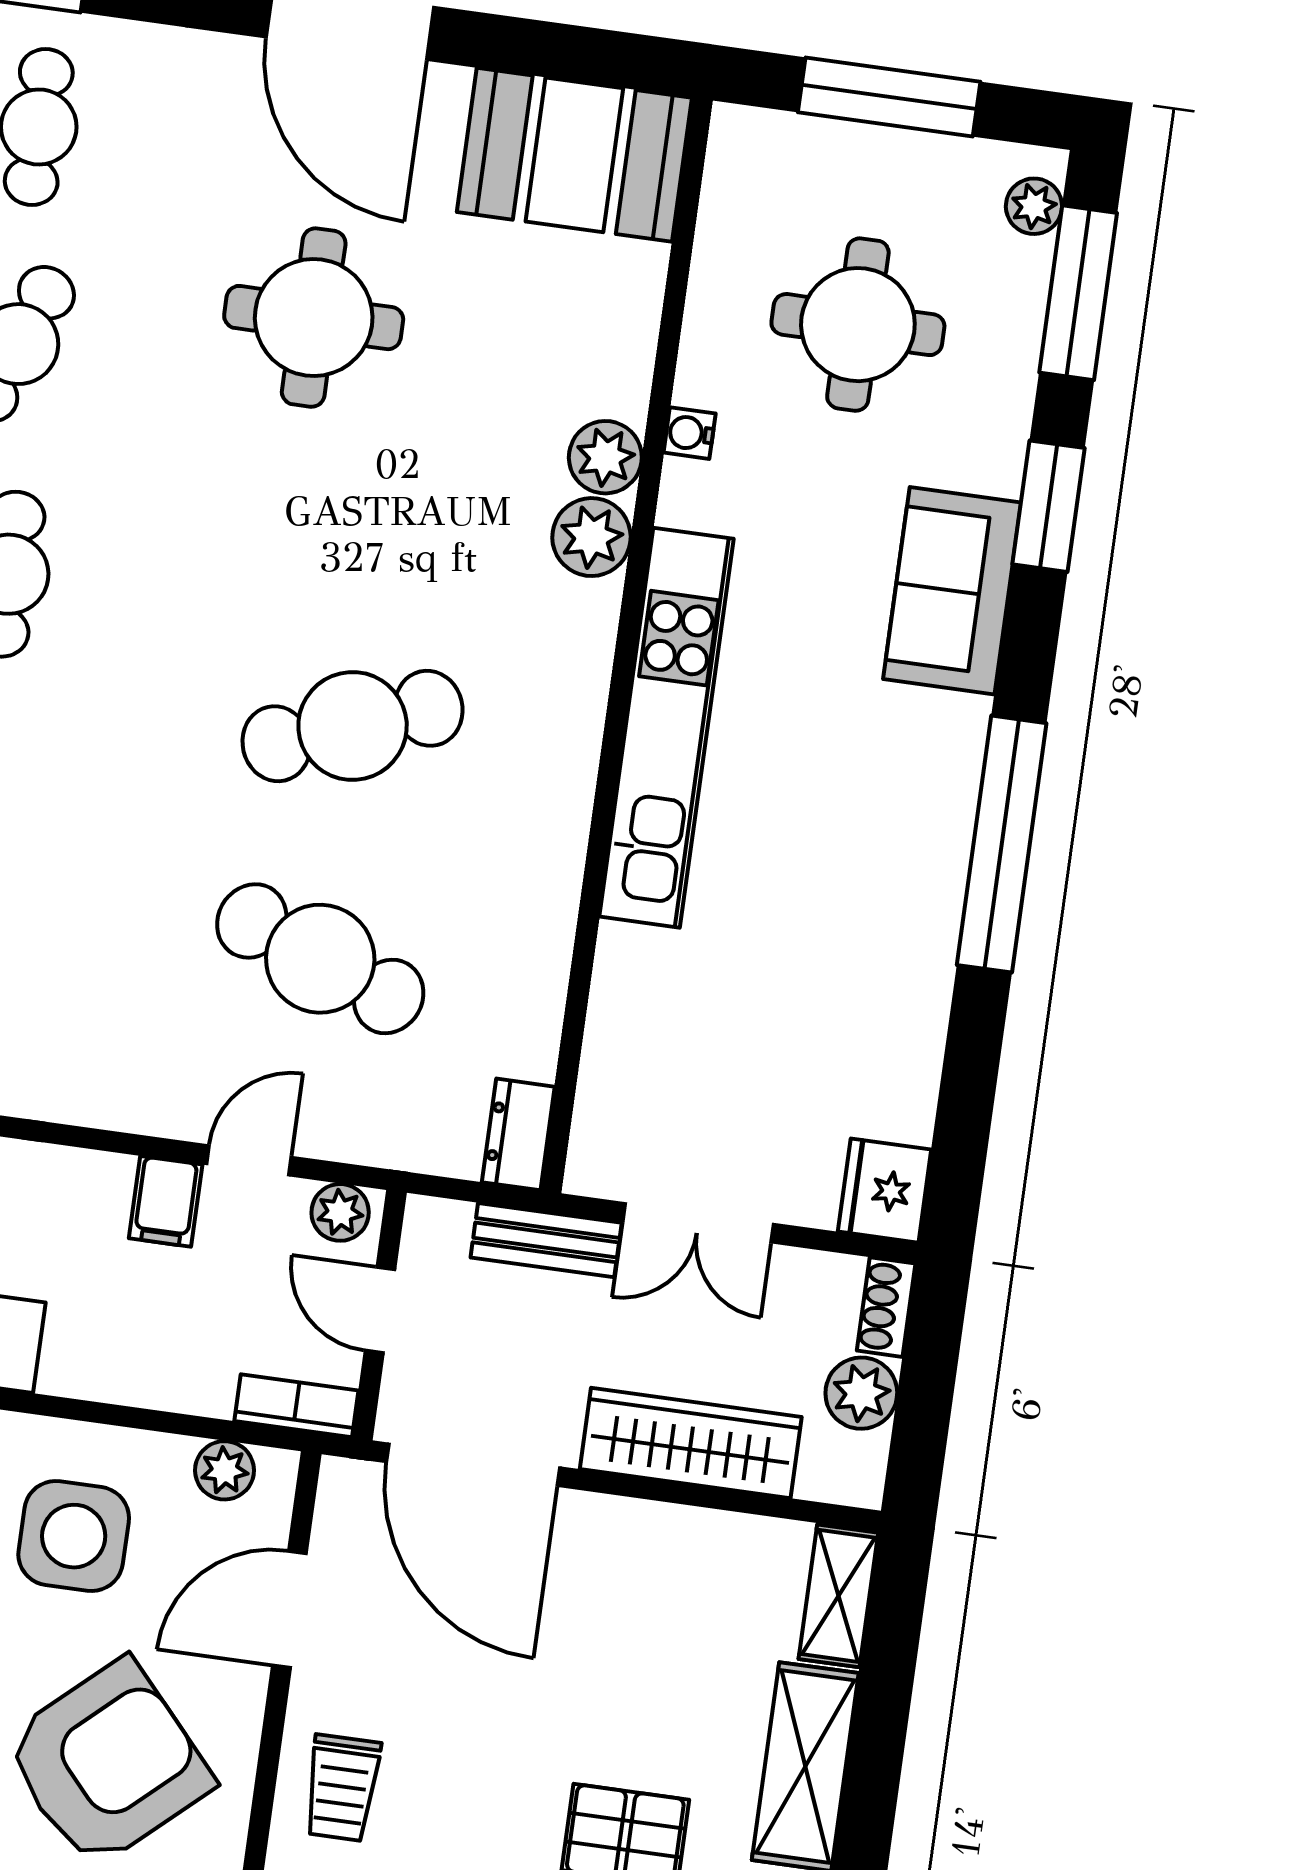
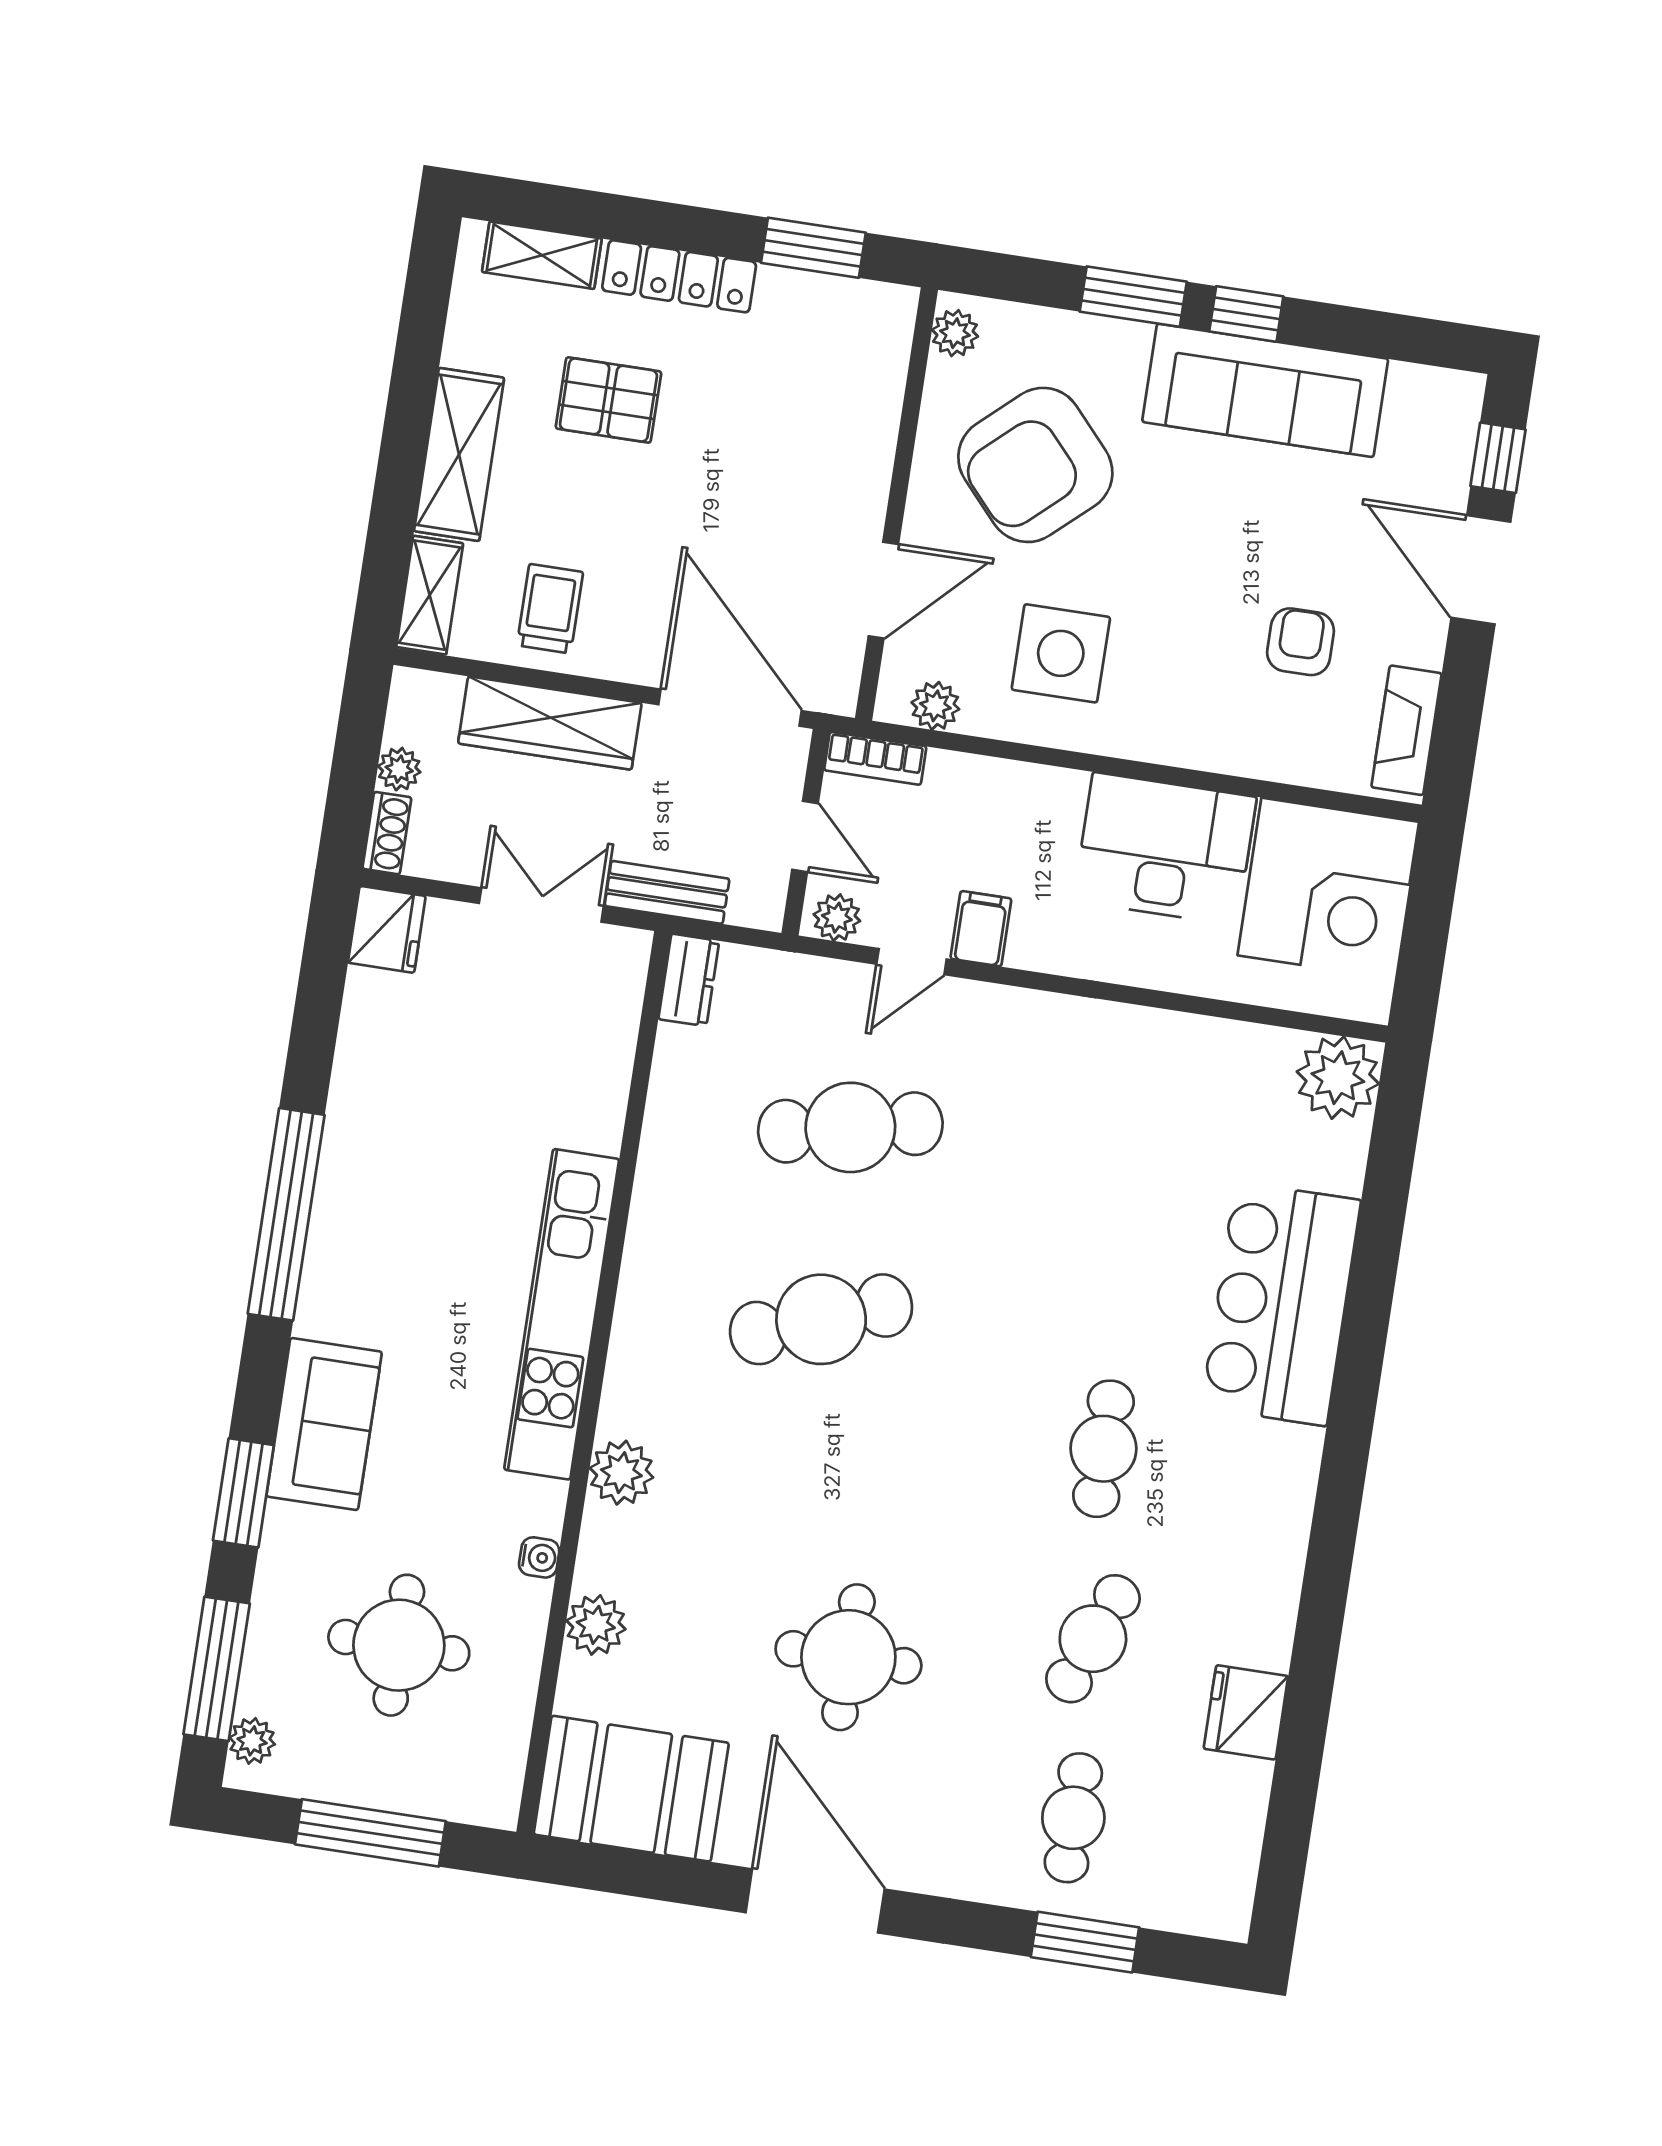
plant: (605, 457) -> (596, 1625), moved
cafe table: (320, 959) -> (850, 1127), turned -33
plant: (861, 1393) -> (399, 769), width x0.73, depth x0.73
trolley: (342, 1788) -> (550, 609), moved

